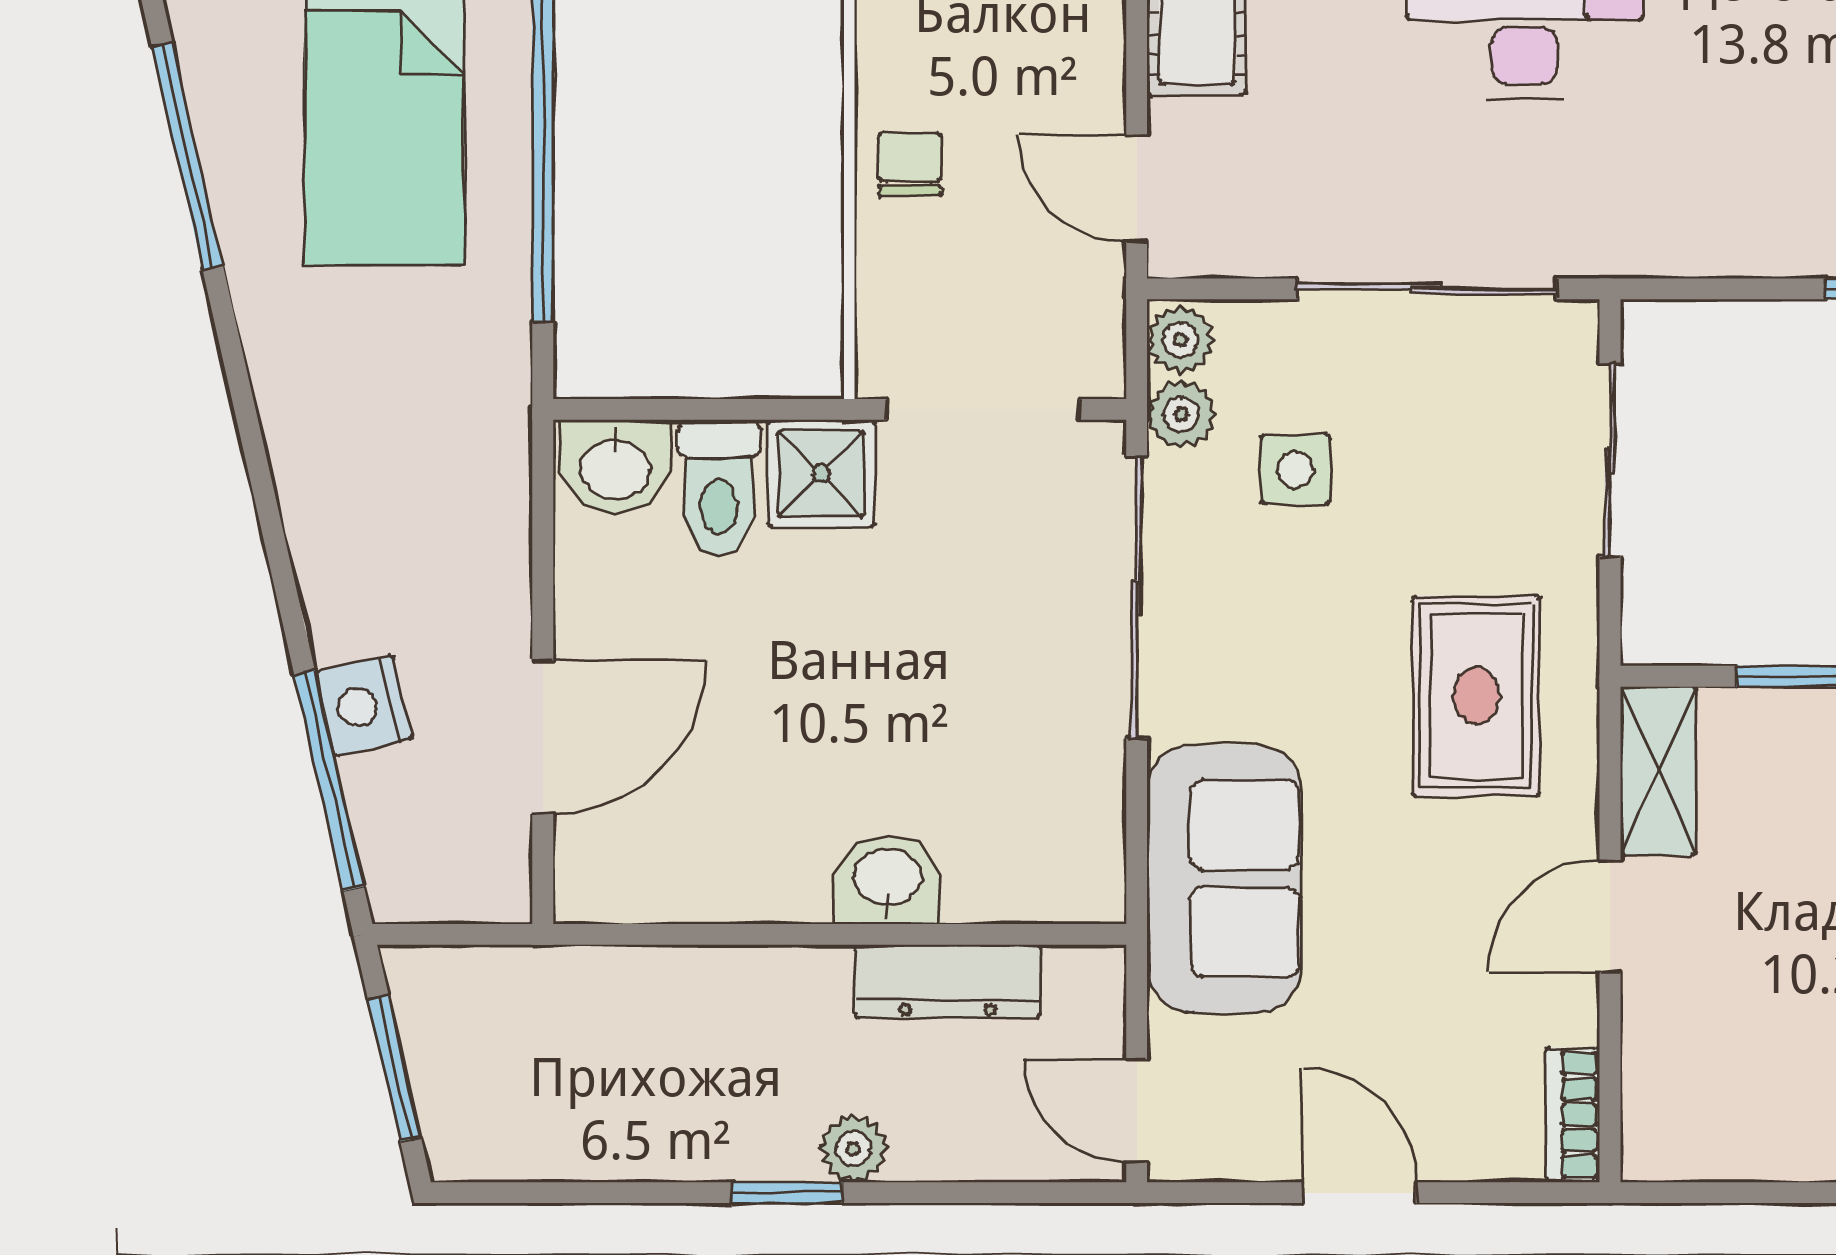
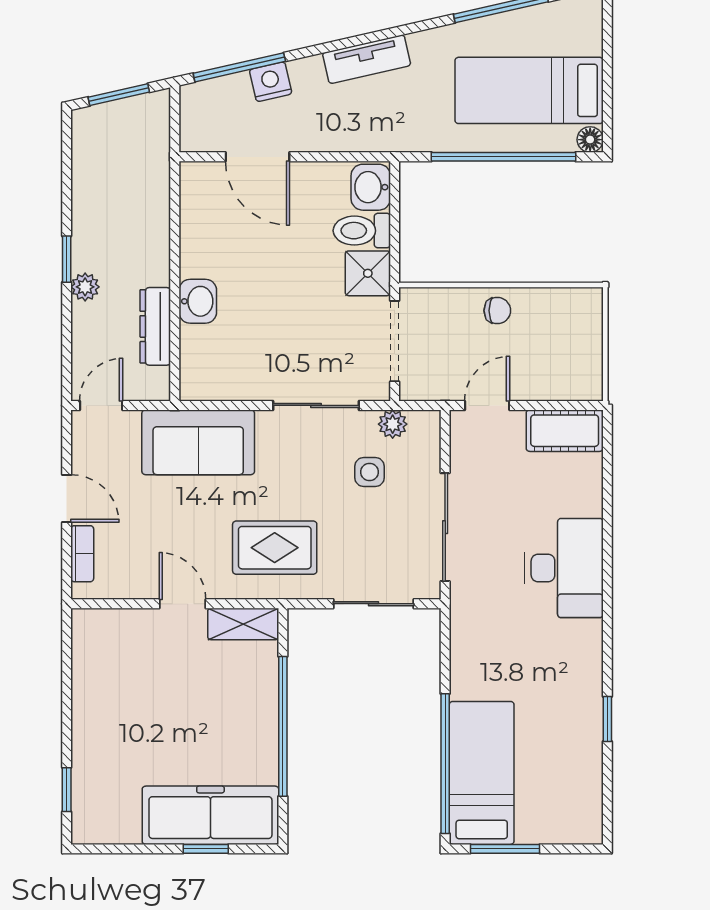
plant: (1180, 340) -> (424, 424), removed
tv unit: (310, 476) -> (367, 59), added
sliding door: (1137, 597) -> (316, 405), width x0.73
bookcase: (1573, 1115) -> (82, 554), moved, turned 90
door: (1359, 1193) -> (67, 499), hinge flipped

